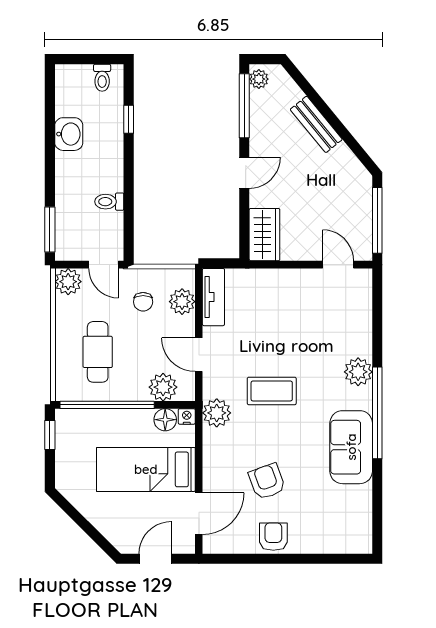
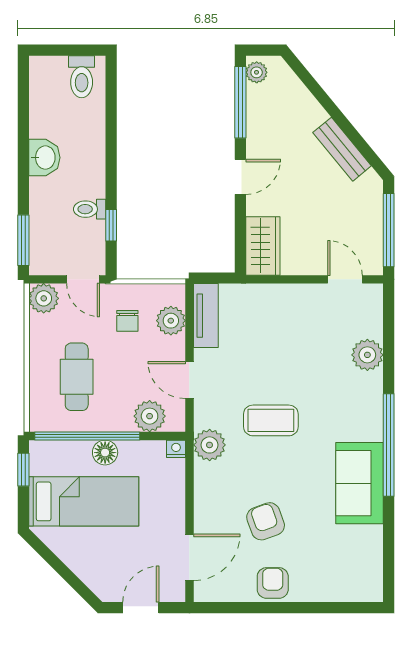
toilet: (102, 78) -> (82, 77), width x1.37, depth x1.39
window: (129, 119) -> (111, 225), moved
bench: (316, 124) -> (342, 149), moved
washbasin: (69, 134) -> (44, 158), moved
plant: (358, 372) -> (367, 355), moved
floor lamp: (165, 420) -> (105, 453), moved
bed: (146, 469) -> (84, 501), moved, turned 180

